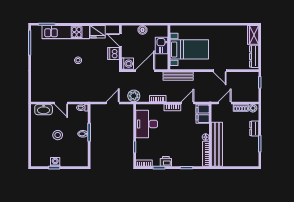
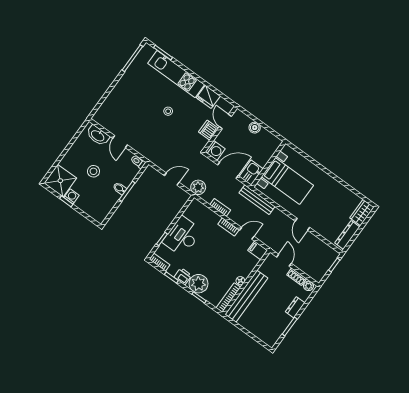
kitchen sink: (162, 45) -> (251, 173), moved
door: (225, 103) -> (284, 260), hinge flipped
filing cabinet: (203, 114) -> (258, 250), width x0.50
desk: (147, 124) -> (182, 236), moved
shower: (40, 157) -> (60, 181), added
plant: (180, 159) -> (198, 284), added

